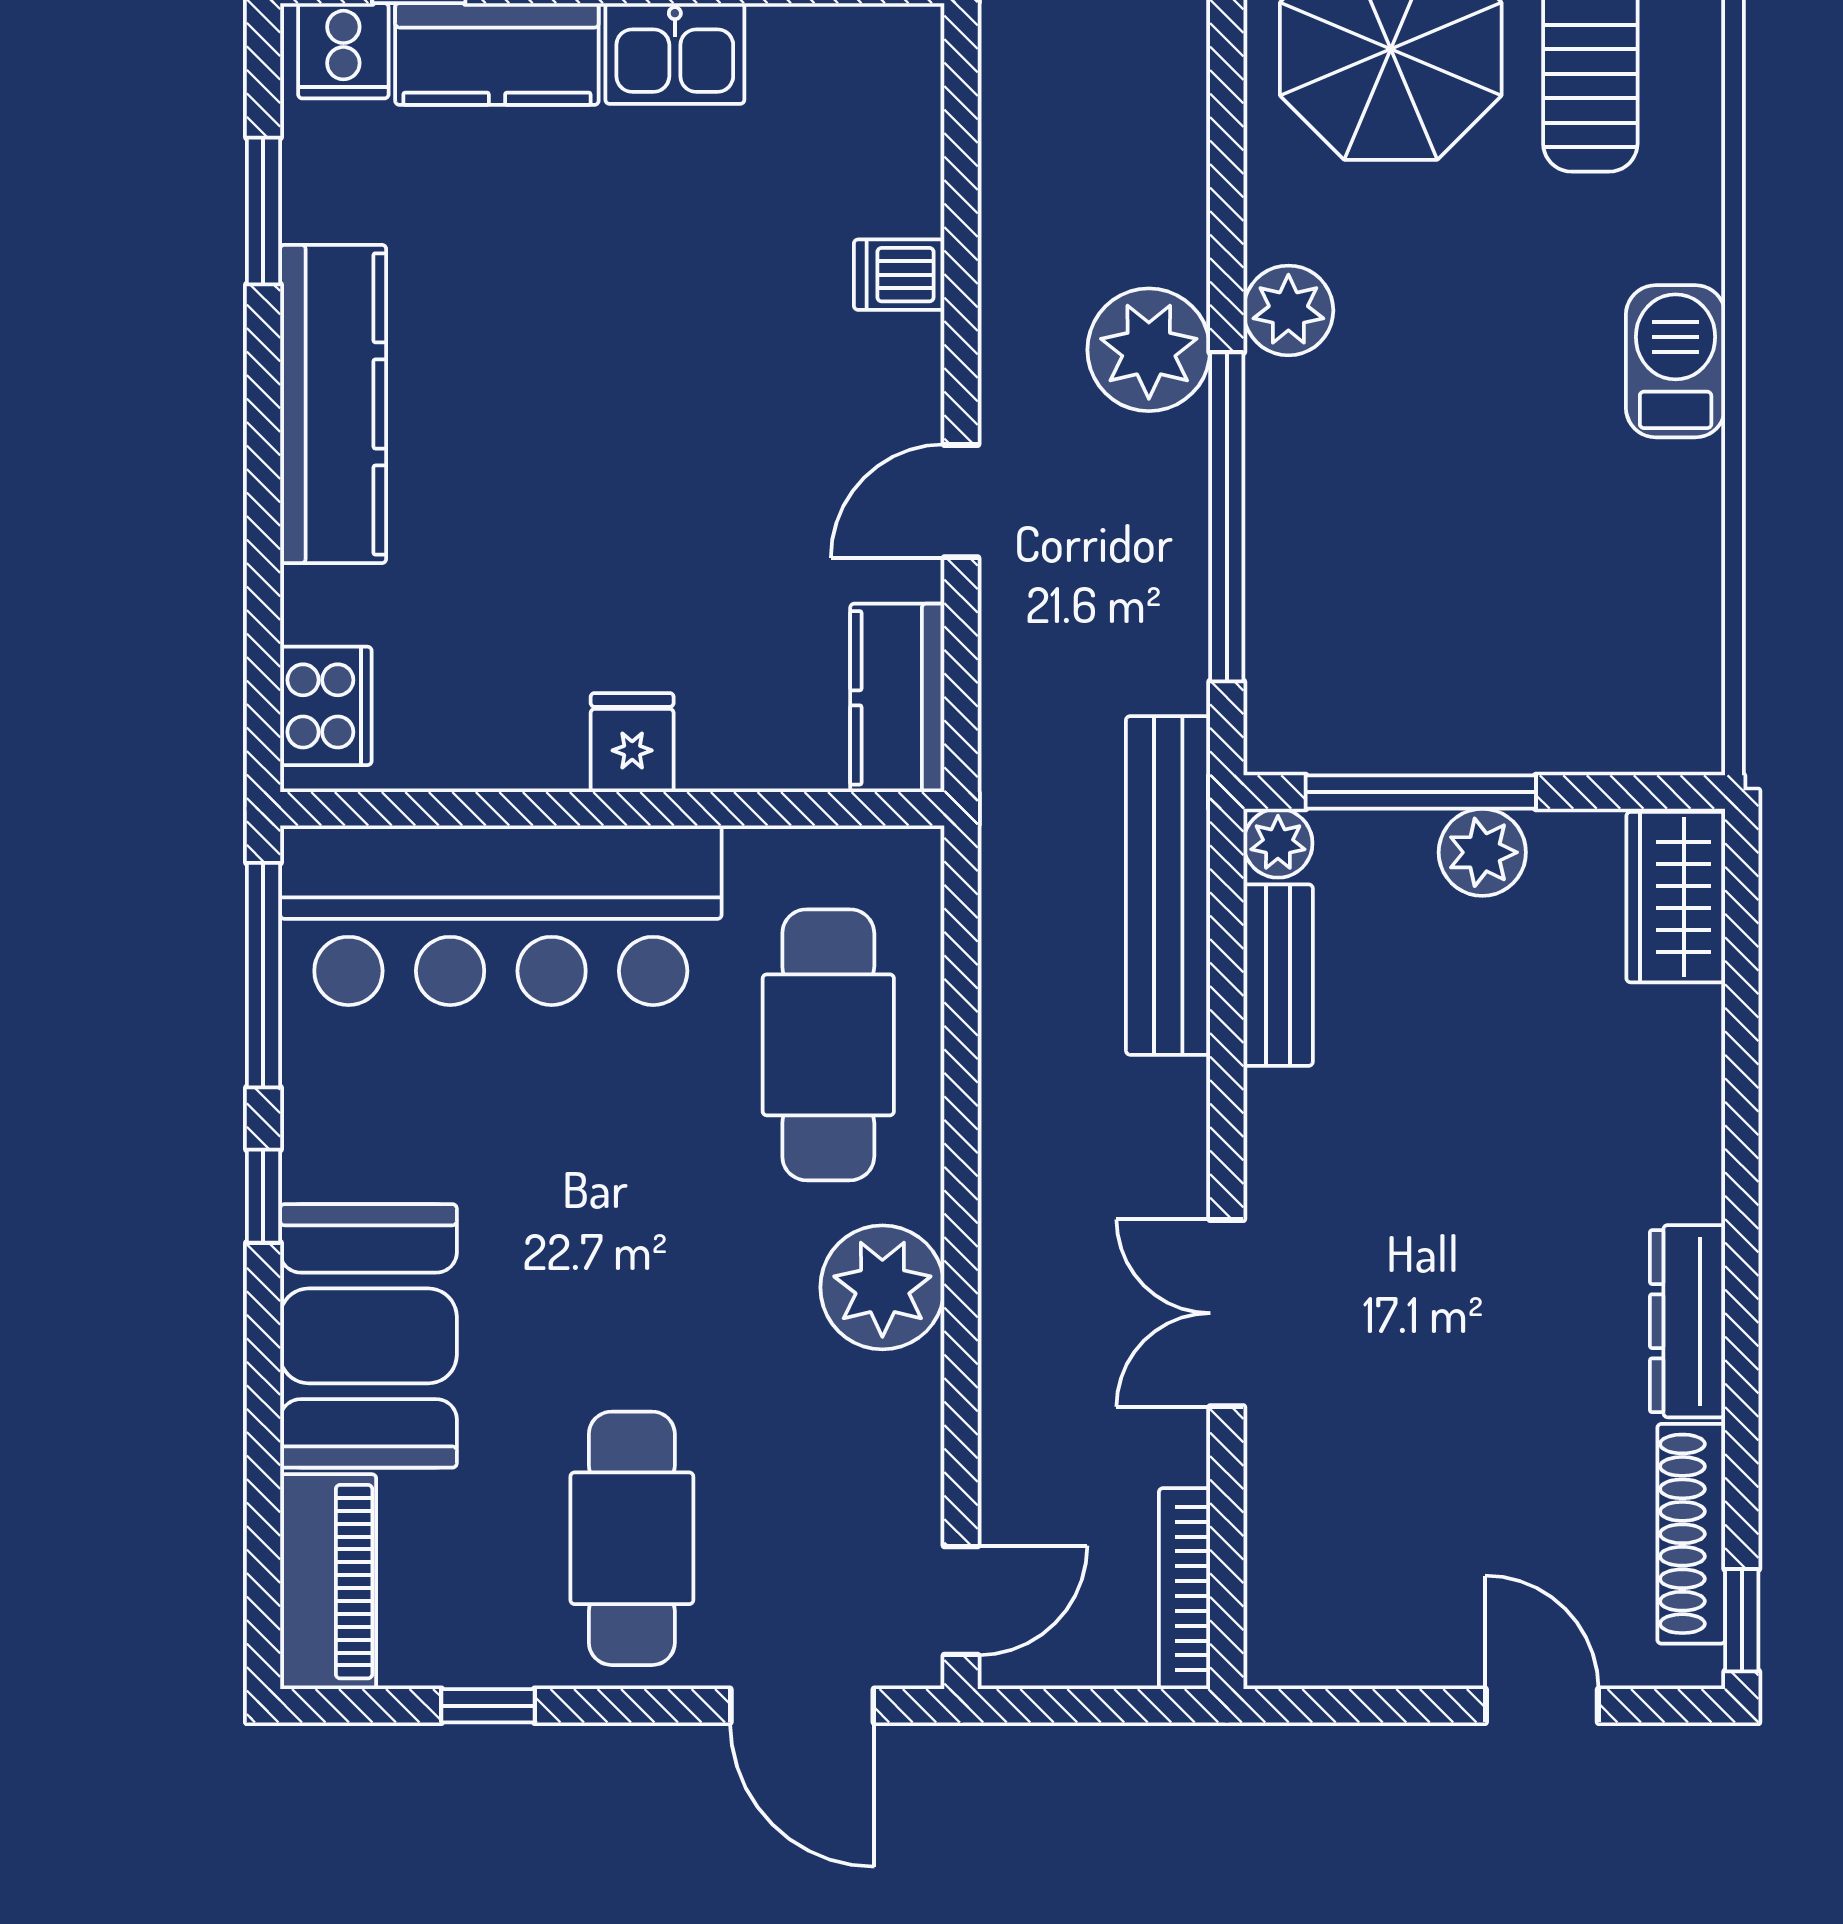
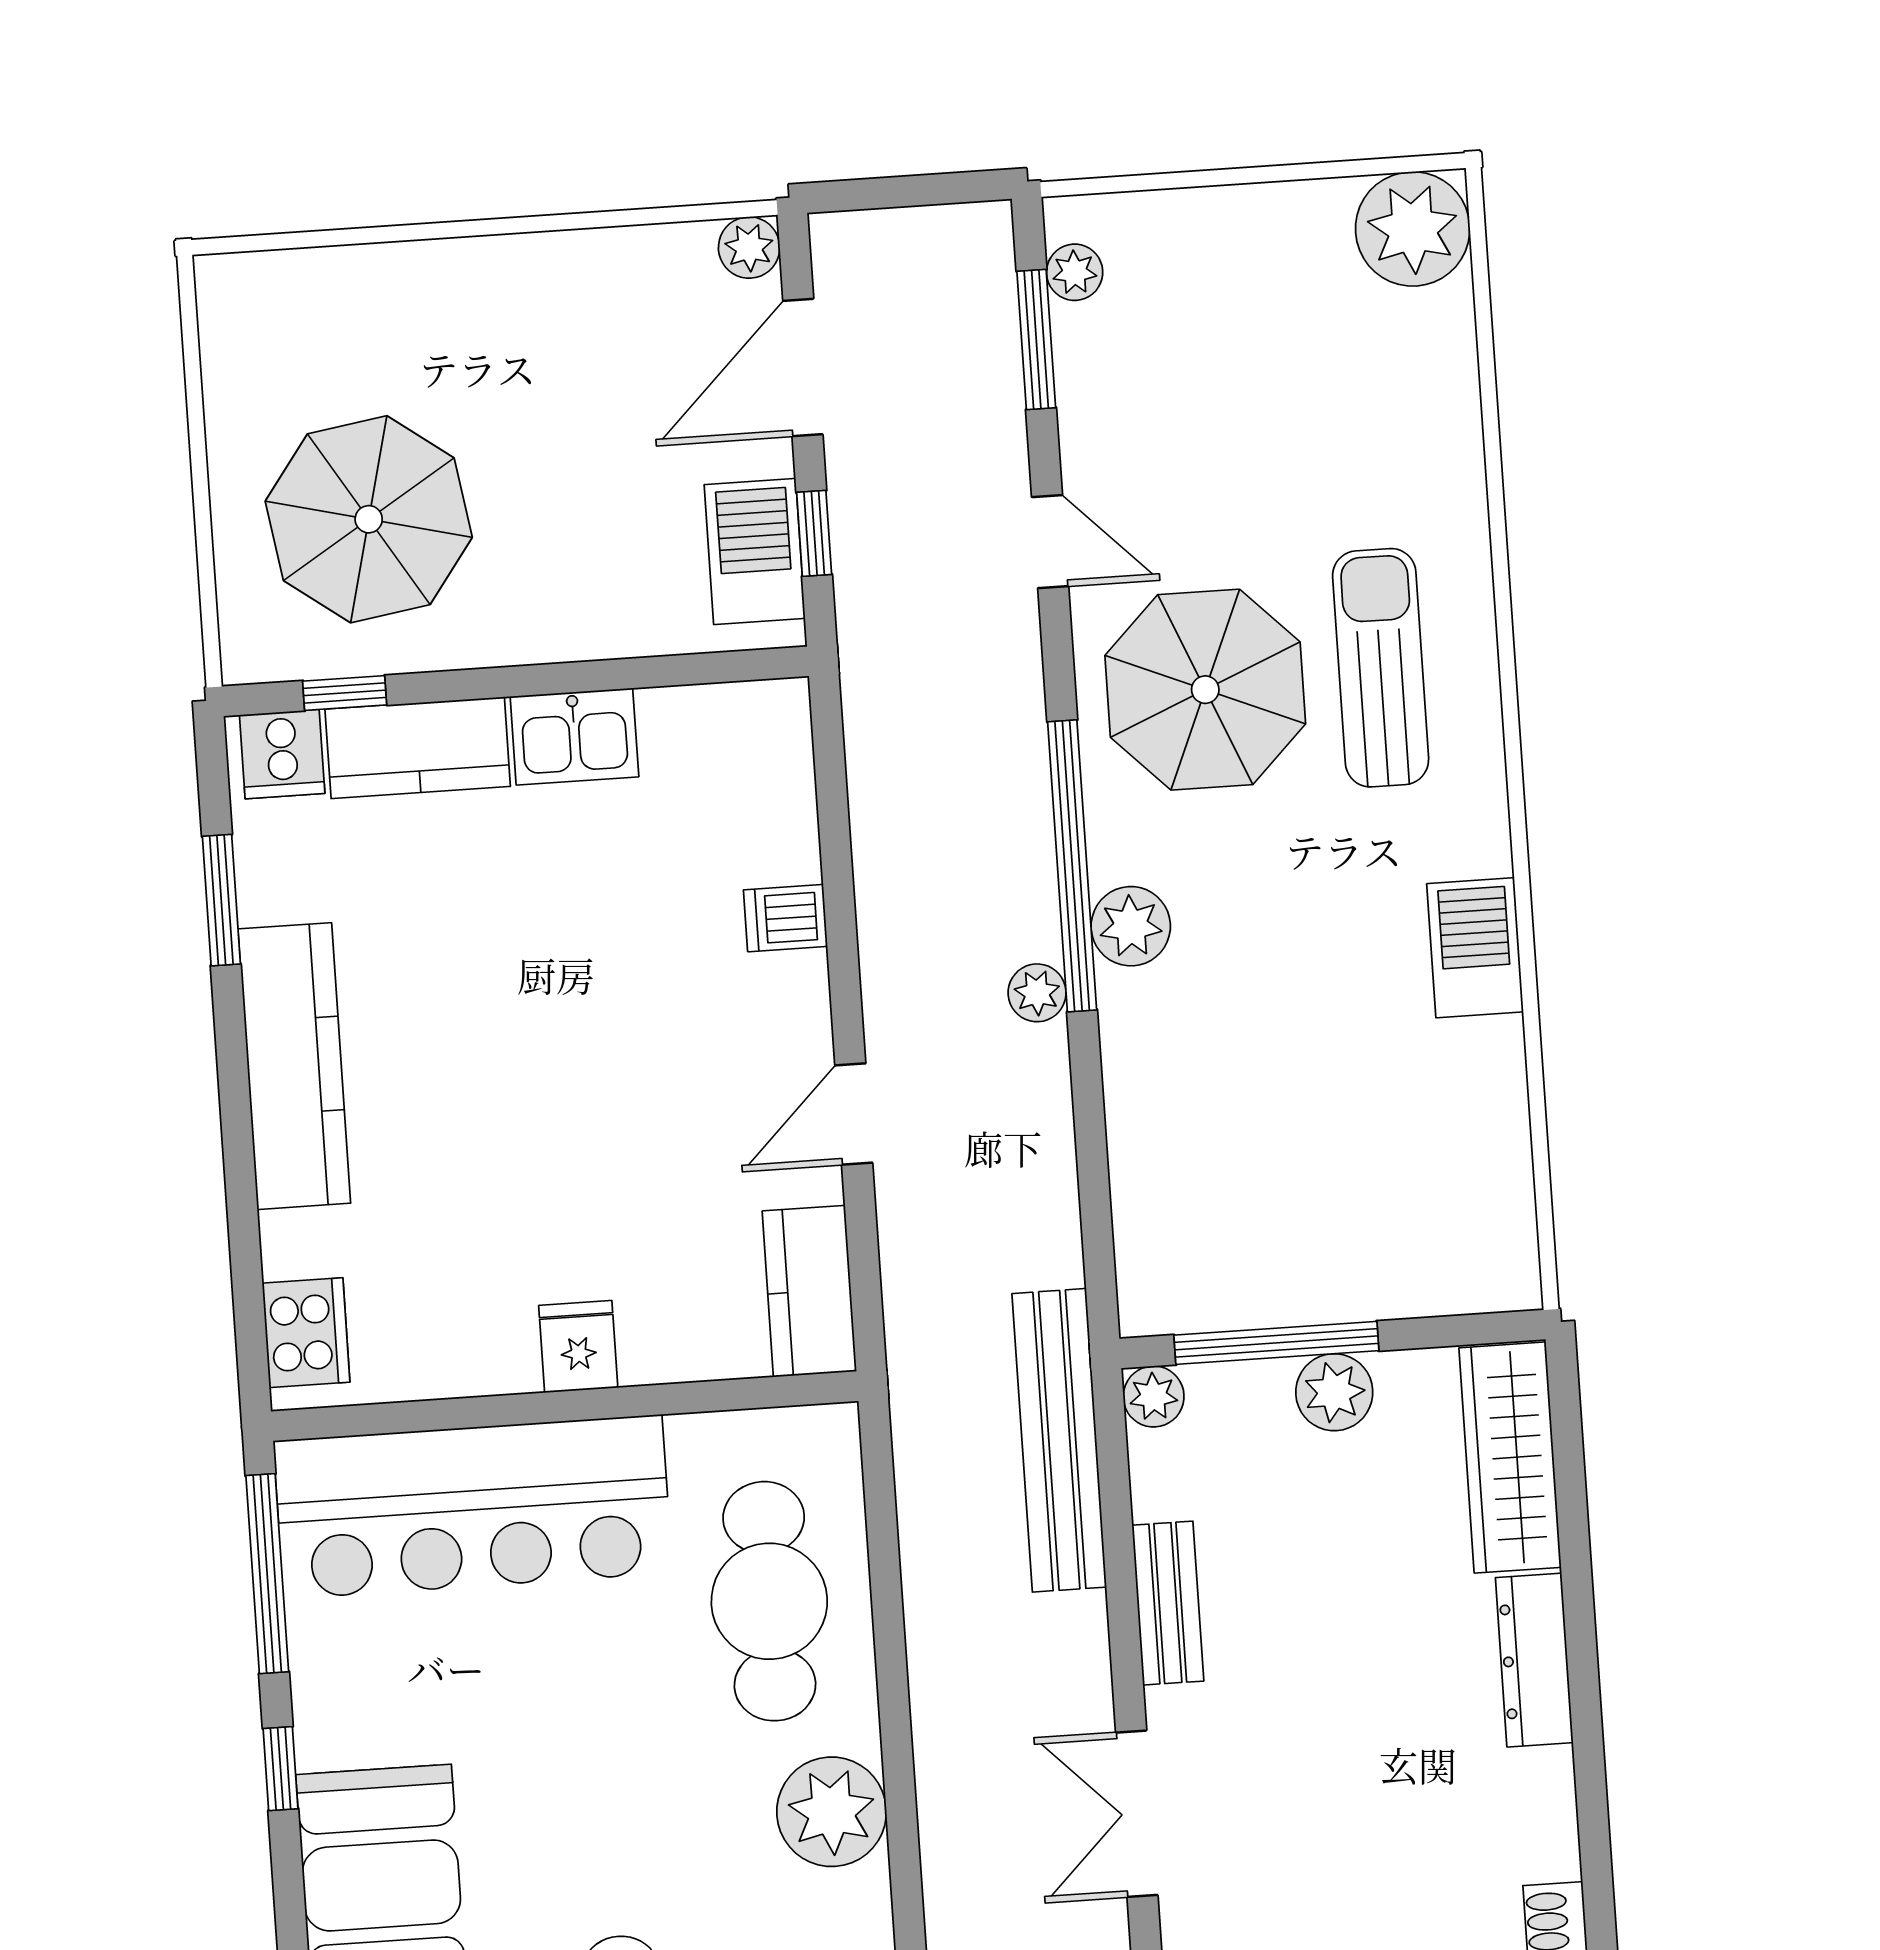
plant: (1149, 350) -> (1037, 993), width x0.53, depth x0.53
window: (1227, 517) -> (1072, 866), moved
wardrobe: (1676, 897) -> (1510, 1458), width x1.50
bench: (1278, 975) -> (1168, 1603), moved
dresser: (1688, 1321) -> (1534, 1660), moved

